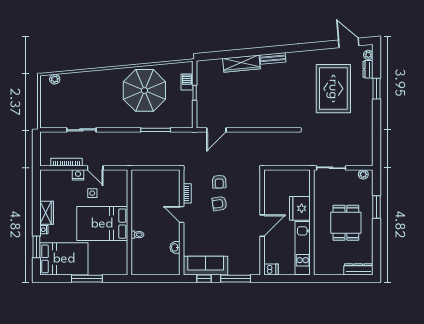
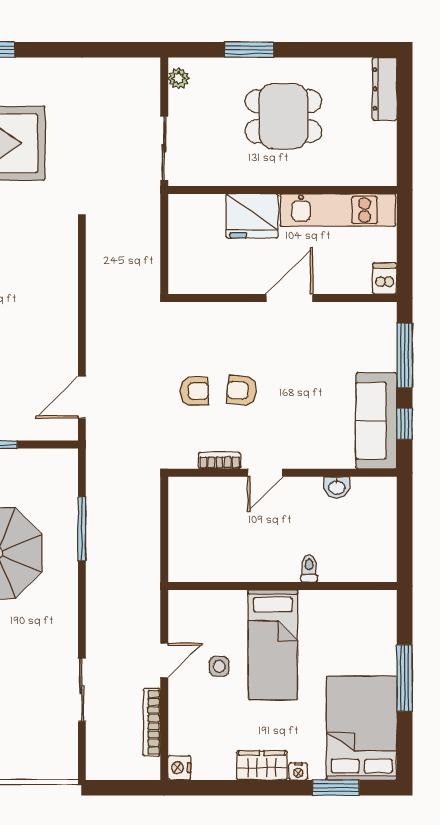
door: (216, 130) -> (82, 397), swing flipped
nightstand: (78, 175) -> (179, 768), moved
armchair: (219, 204) -> (242, 391), turned 104
bed: (102, 224) -> (273, 645), width x0.67
door: (262, 226) -> (289, 298), hinge flipped

